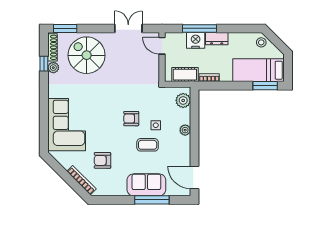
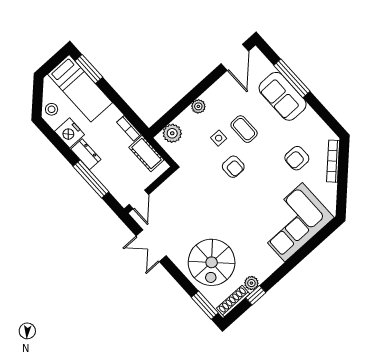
nightstand: (196, 40) -> (70, 133), moved
armchair: (102, 160) -> (297, 158), turned 90

